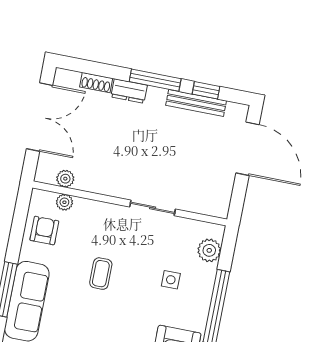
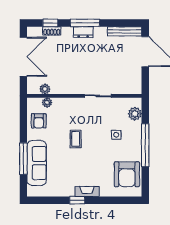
window: (206, 90) -> (50, 23), moved
dresser: (129, 91) -> (83, 32), moved
bench: (196, 103) -> (125, 31), moved
armchair: (44, 231) -> (39, 121), turned 180

